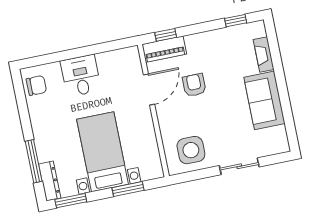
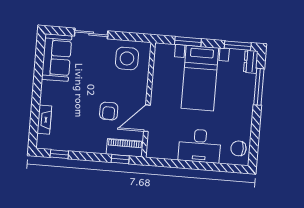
desk: (81, 76) -> (200, 146), width x1.37
sofa: (264, 100) -> (57, 58), moved
dresser: (50, 181) -> (251, 62), width x0.70

